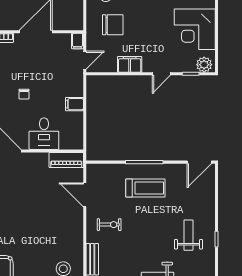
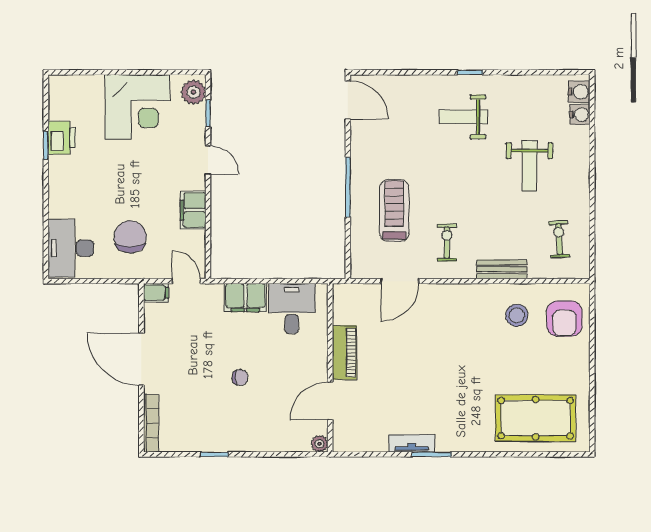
filing cabinet: (74, 104) -> (245, 298), width x2.00
desk: (44, 134) -> (292, 309), moved, turned -90
piano: (66, 160) -> (344, 353), moved
treadmill: (145, 188) -> (394, 211), moved

